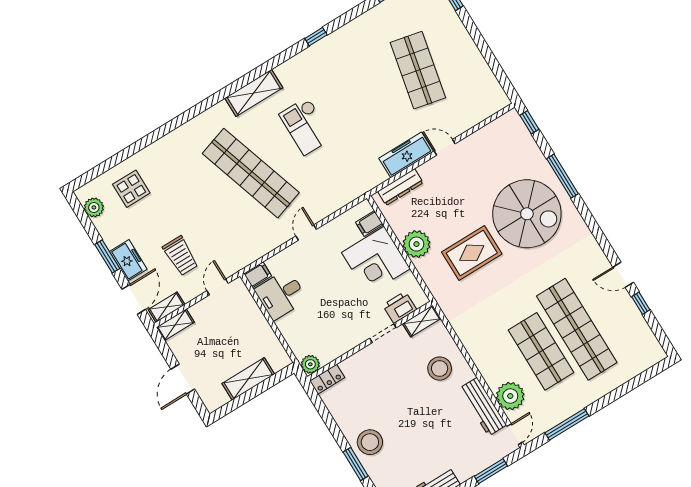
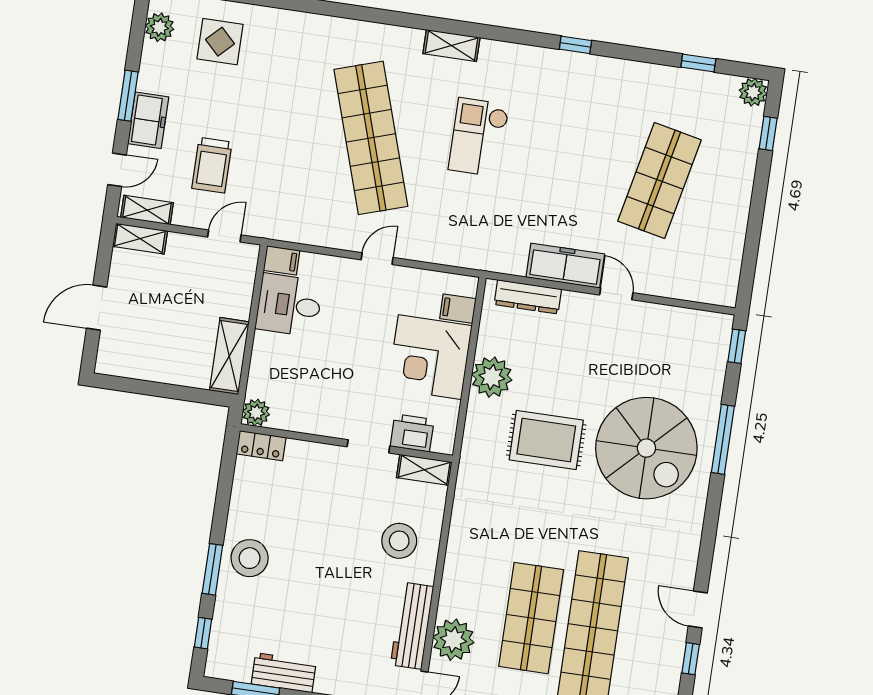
shelving: (254, 93) -> (451, 46), width x0.67, depth x0.75
door: (134, 299) -> (117, 170), width x0.73
shelving: (248, 379) -> (229, 356), moved, turned 90

